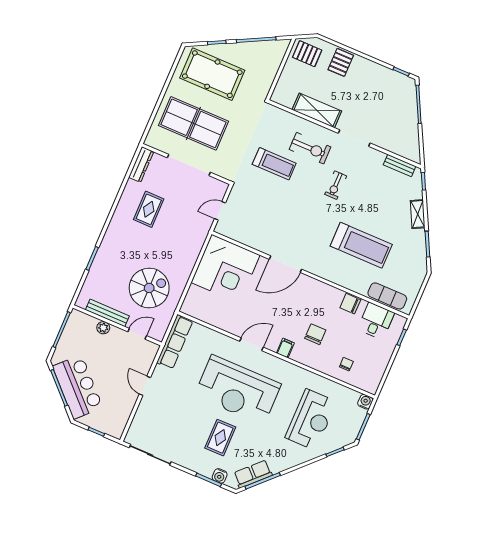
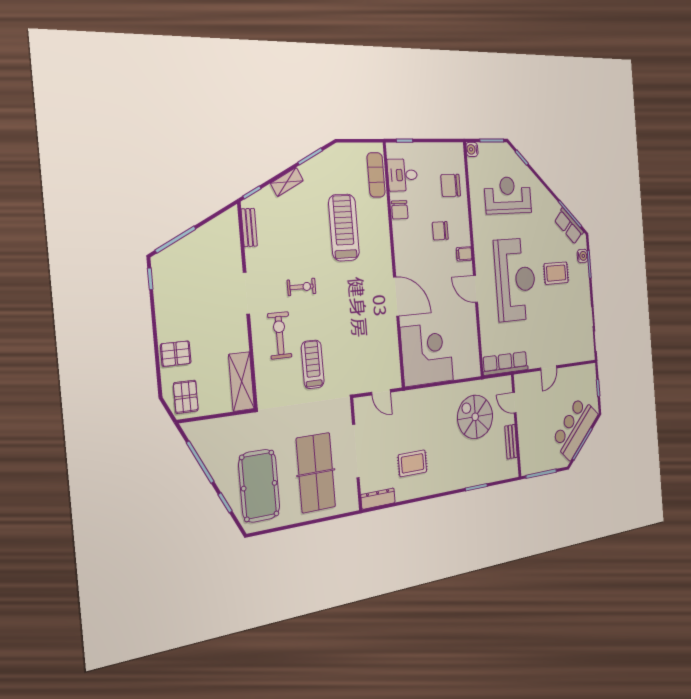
shelving: (317, 110) -> (242, 382), moved
bench: (107, 313) -> (511, 442), width x0.73
plant: (103, 328) -> (524, 437), removed
chair: (346, 364) -> (451, 185), width x1.87, depth x1.87

